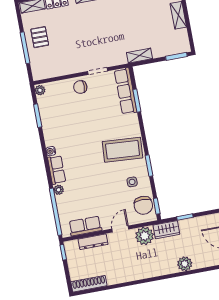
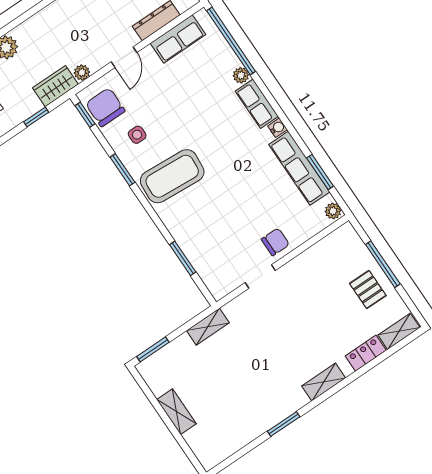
row of seats: (126, 91) -> (299, 168), moved, turned 180
plant: (145, 236) -> (82, 72), width x0.53, depth x0.53

